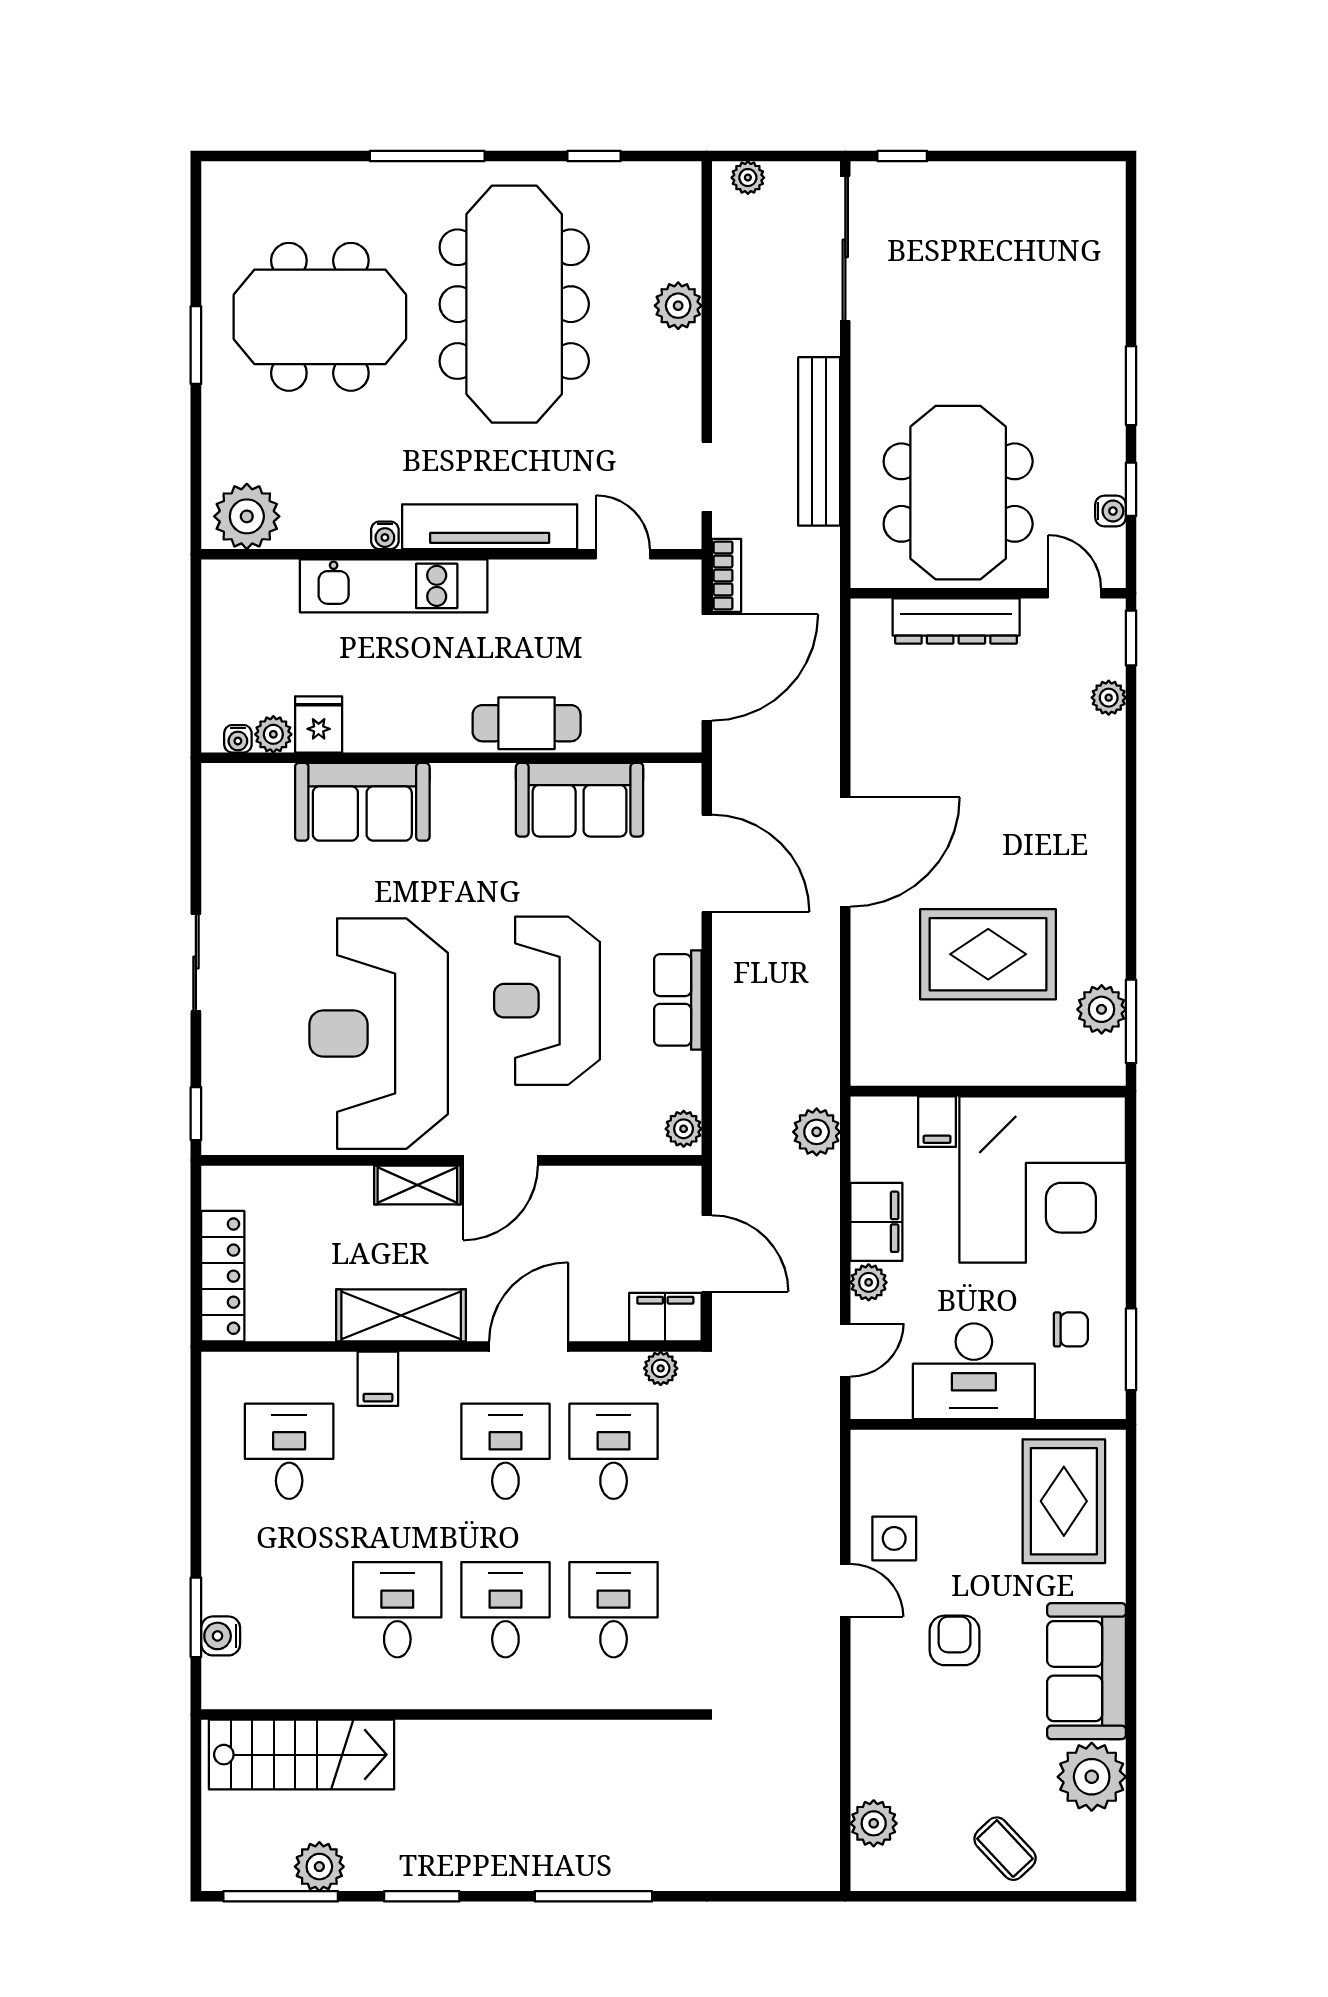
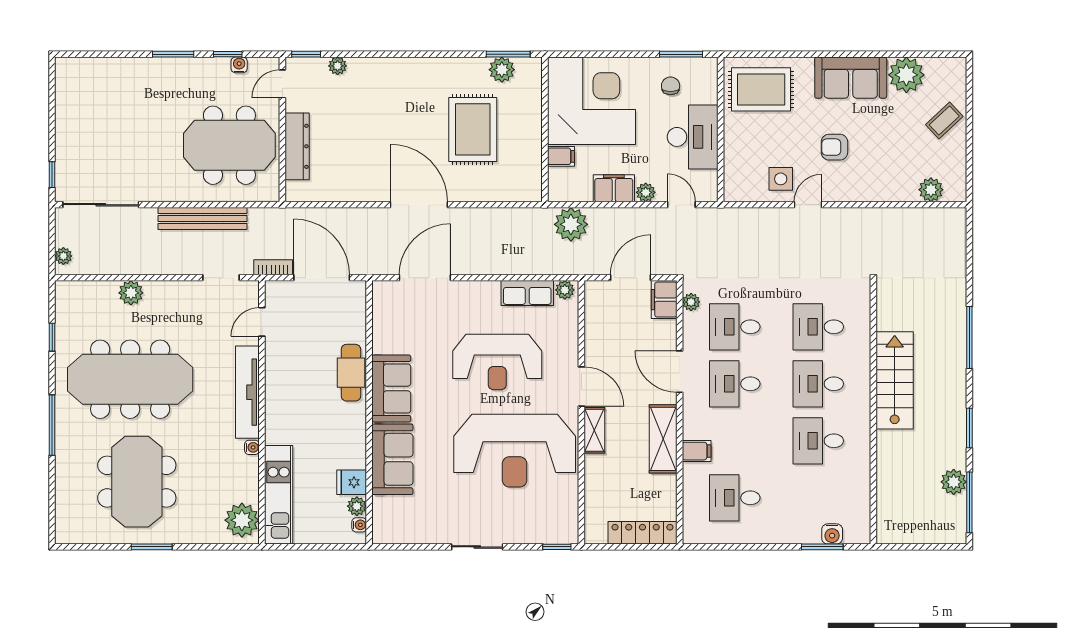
kitchen unit: (394, 586) -> (279, 495), moved
sofa: (580, 800) -> (391, 388), moved
row of seats: (678, 1000) -> (527, 293), moved
plant: (817, 1132) -> (571, 224), width x1.36, depth x1.36
stairs: (302, 1755) -> (895, 380), moved

